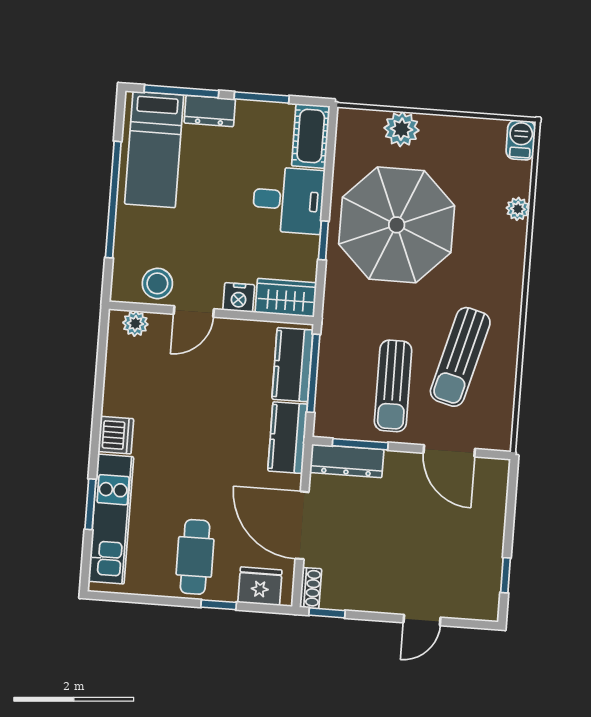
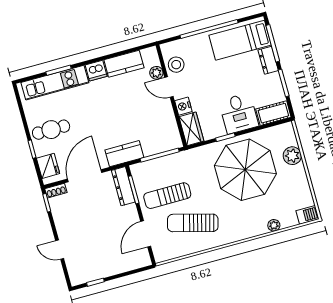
plant: (135, 324) -> (156, 73), moved
kitchen counter: (292, 365) -> (124, 64), moved, turned 180

